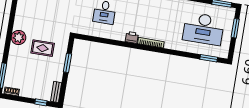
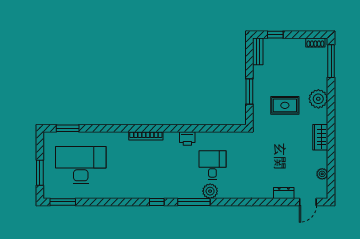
wardrobe: (20, 20) -> (320, 137), added
plant: (19, 37) -> (318, 99), moved
printer: (132, 37) -> (187, 138), moved

